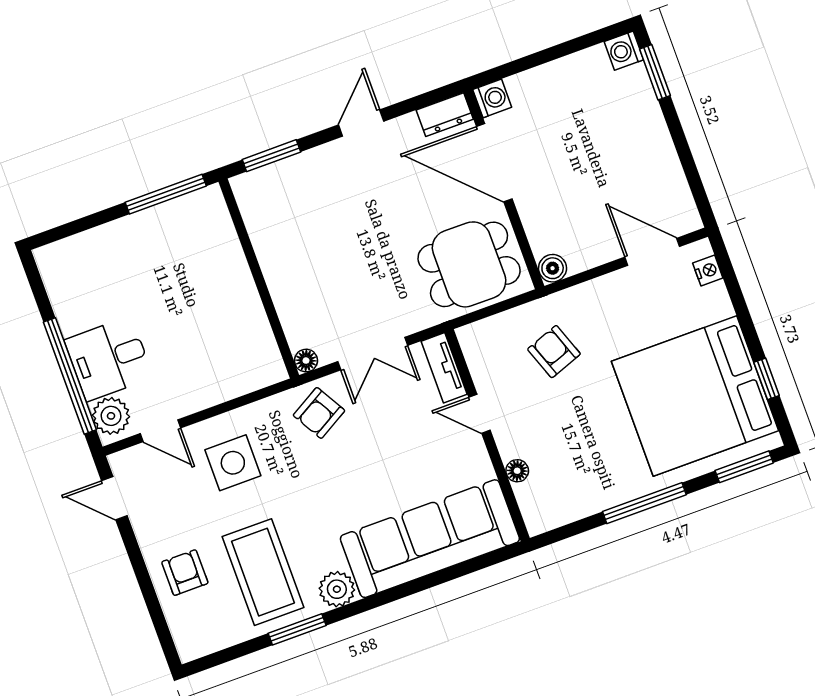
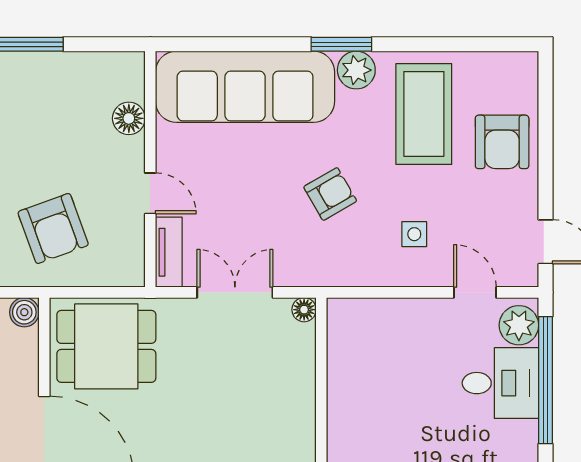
armchair: (554, 352) -> (53, 228), width x1.38, depth x1.38
armchair: (319, 413) -> (330, 194), moved
side table: (233, 463) -> (414, 234), width x0.54, depth x0.54
floor lamp: (517, 471) -> (129, 118), width x1.37, depth x1.37
armchair: (185, 573) -> (502, 142), width x1.38, depth x1.38
window: (297, 629) -> (341, 44), moved

